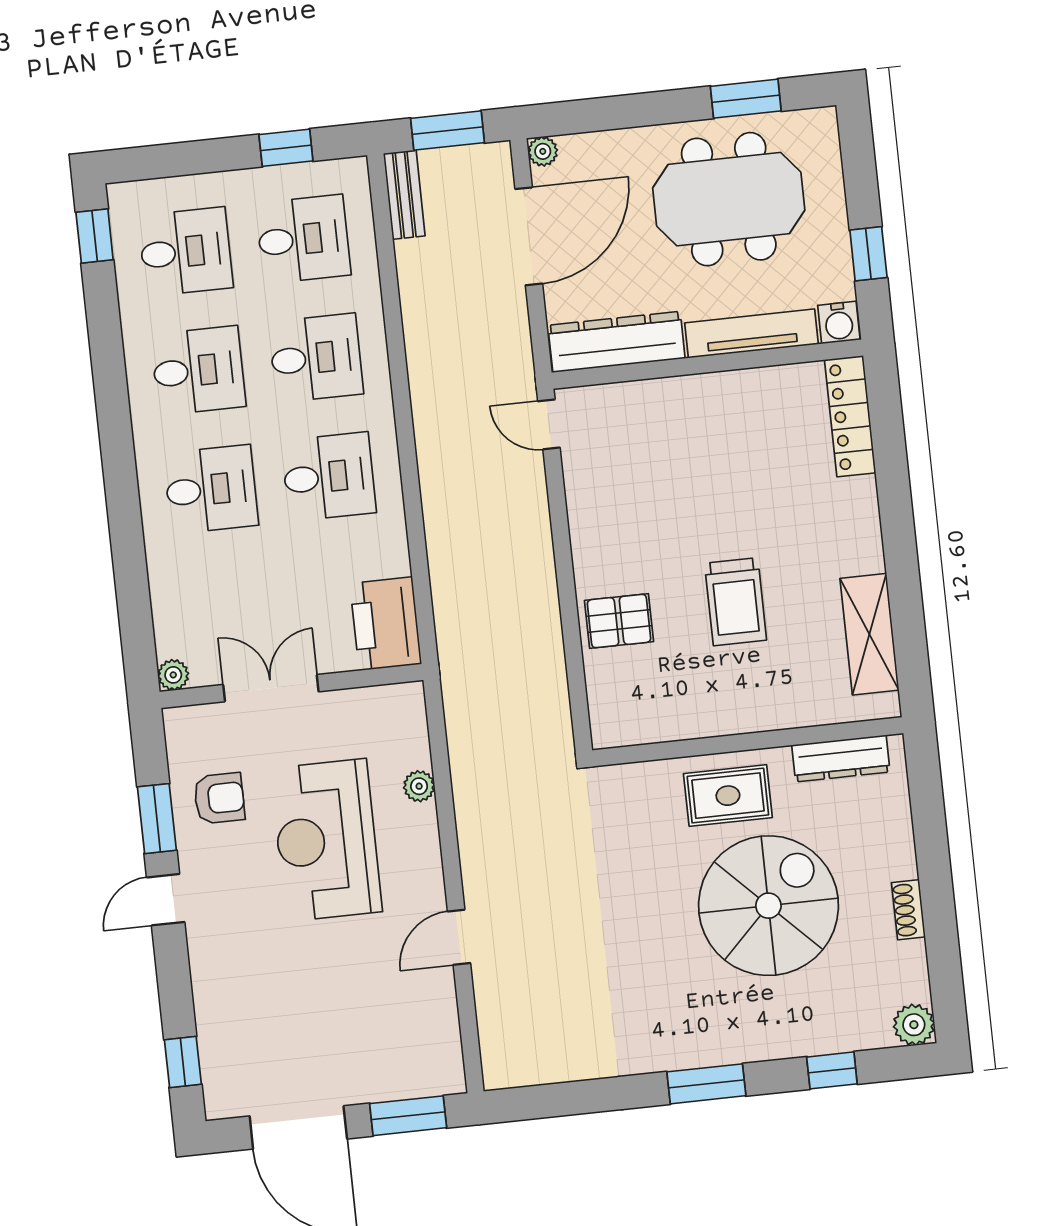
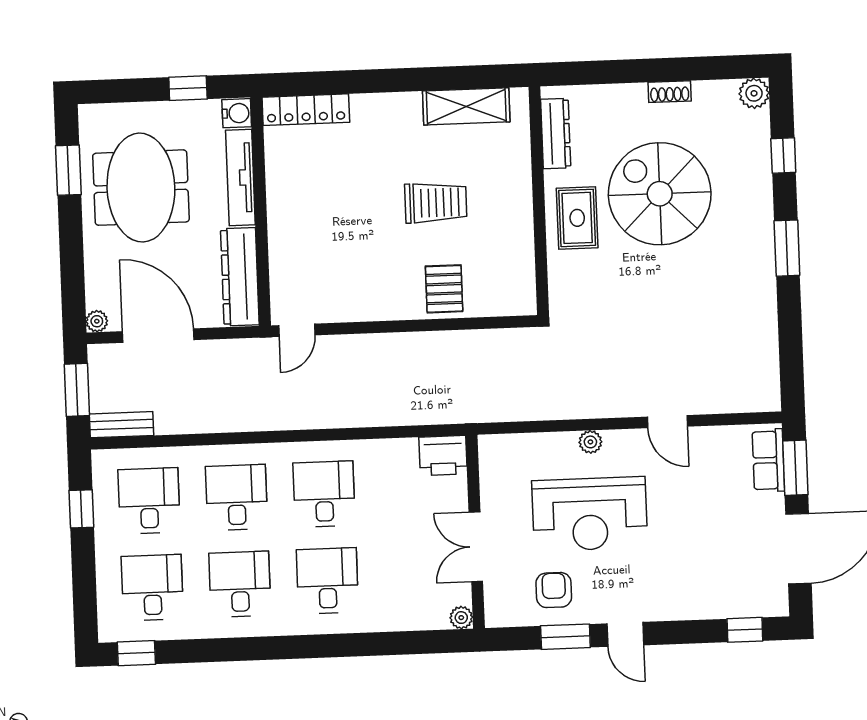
printer: (386, 624) -> (443, 455), width x0.73, depth x0.84
plant: (419, 786) -> (590, 442), moved
row of seats: (416, 1078) -> (768, 460), added

